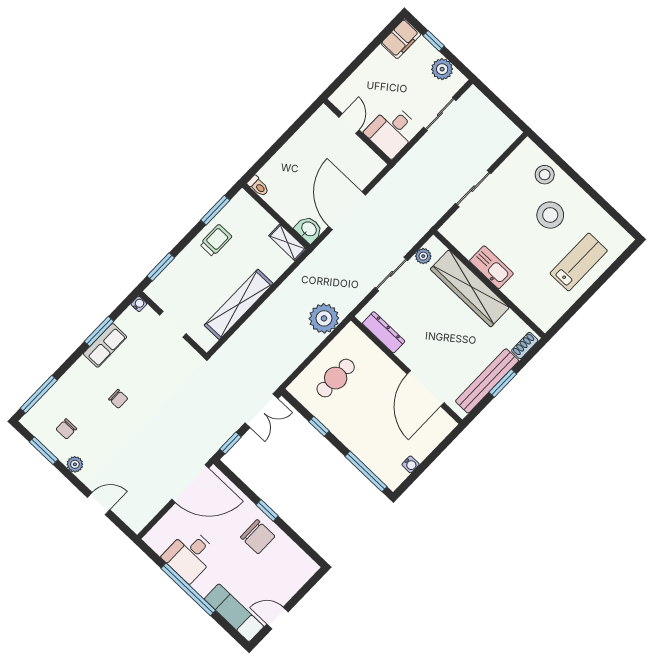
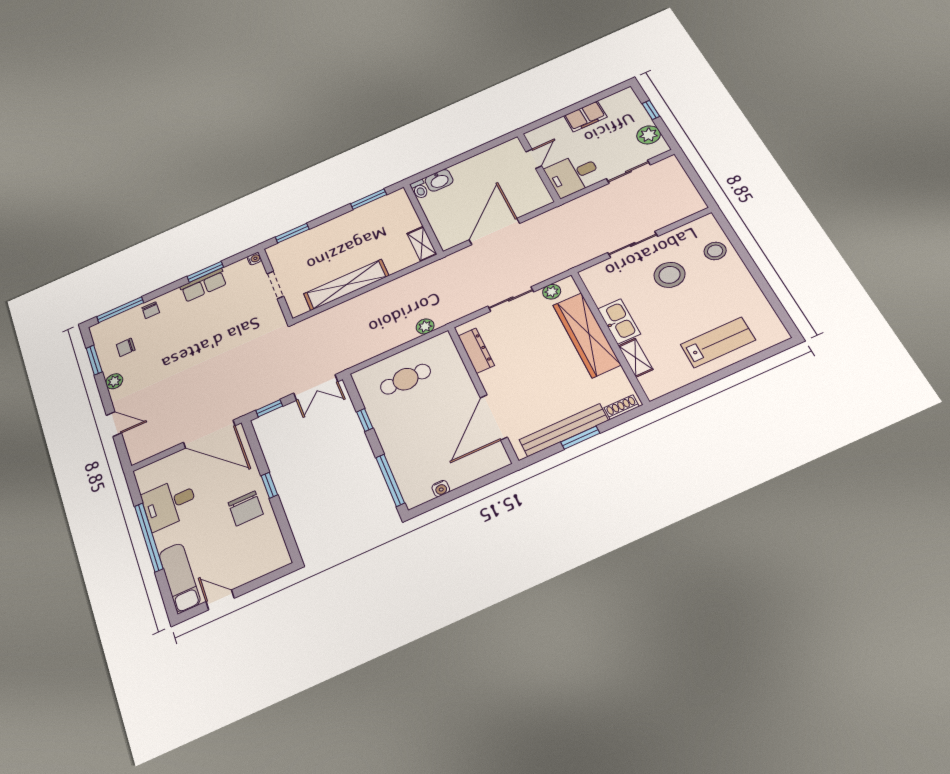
filing cabinet: (401, 39) -> (585, 116), moved
stool: (550, 215) -> (670, 275), moved
washbasin: (309, 229) -> (439, 180), moved, turned 90
trolley: (216, 240) -> (355, 224), removed
shelving: (518, 297) -> (635, 358), added
plant: (324, 318) -> (425, 326), width x0.53, depth x0.53
chair: (118, 399) -> (151, 310), moved

